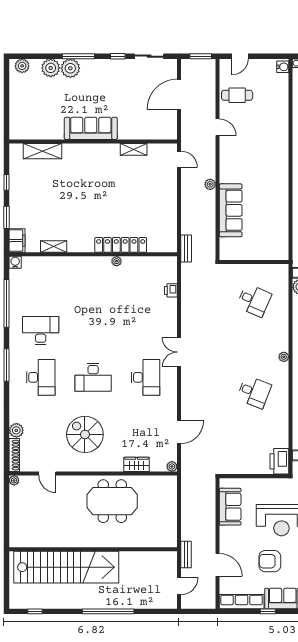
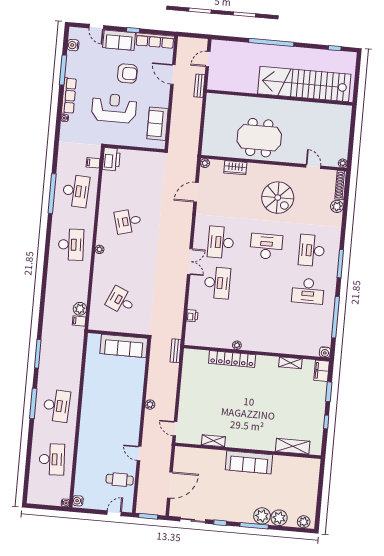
sofa: (231, 210) -> (124, 346), moved, turned -90
desk: (145, 331) -> (217, 283), added
desk: (254, 392) -> (128, 221), turned -36

